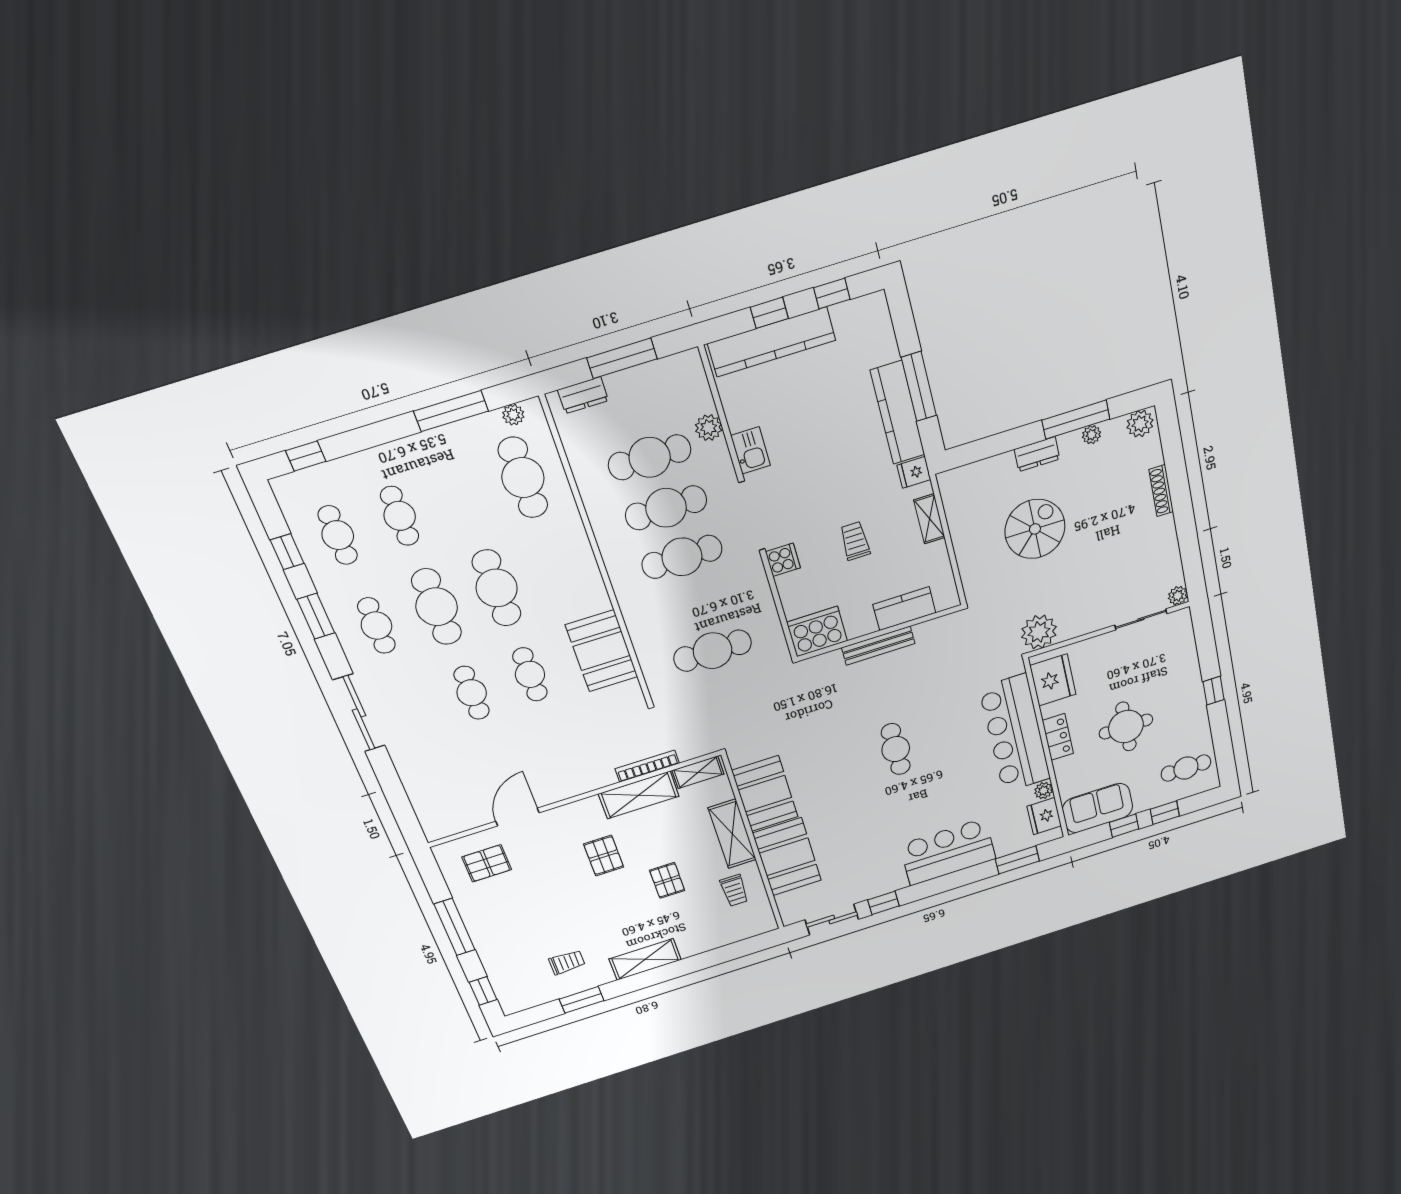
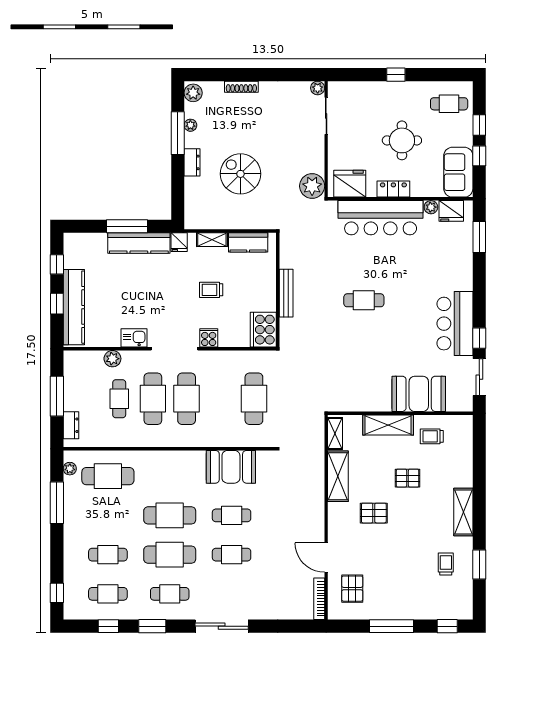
cafe table: (650, 457) -> (119, 399), width x0.73, depth x0.74
kitchen counter: (904, 609) -> (248, 242), moved, turned -90
bookcase: (647, 766) -> (319, 599), moved
cafe table: (1186, 768) -> (449, 104), turned 90
booth: (765, 794) -> (366, 395), removed
bar counter: (948, 852) -> (455, 324), moved
trolley: (734, 890) -> (432, 436), turned 180

